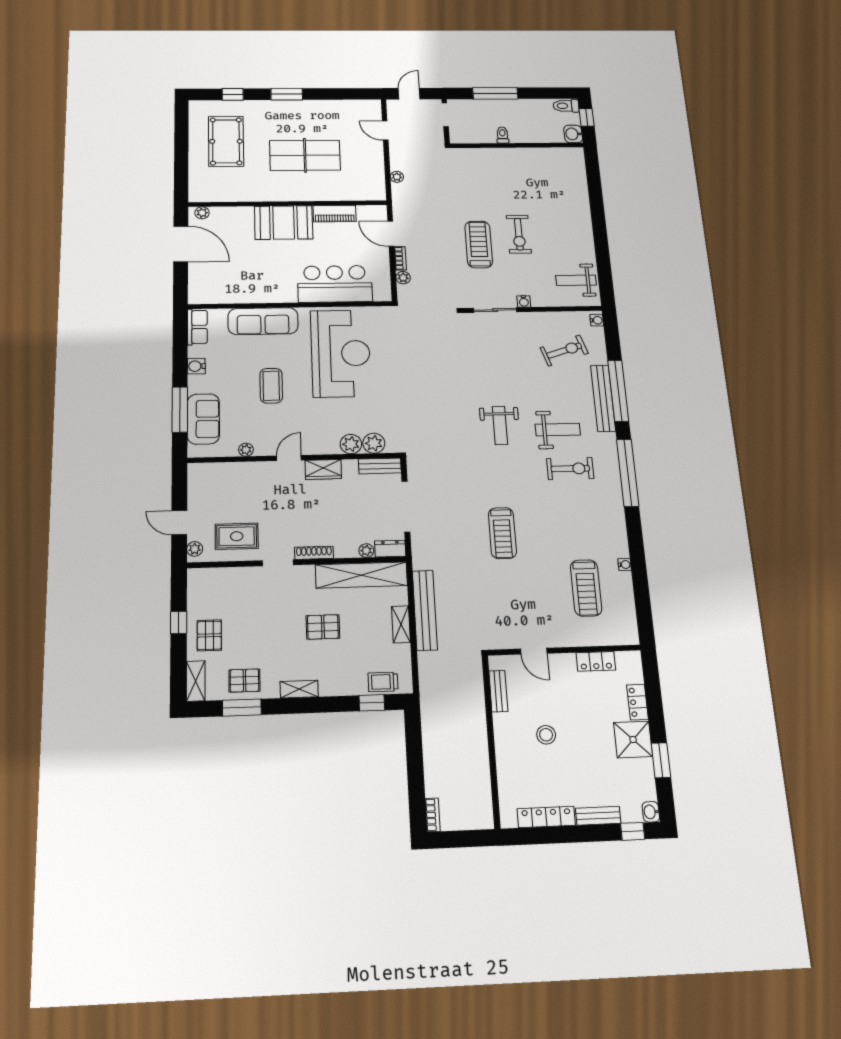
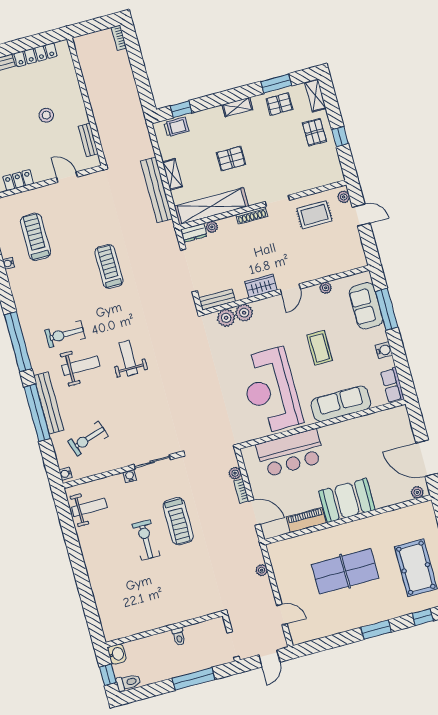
weight bench: (558, 430) -> (81, 366), turned 180

